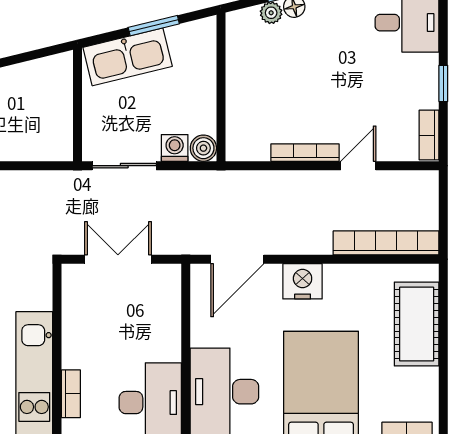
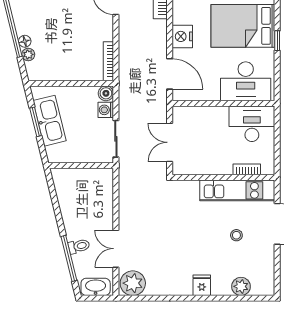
kitchen sink: (128, 57) -> (50, 121), moved
bookcase: (305, 153) -> (108, 61), moved

